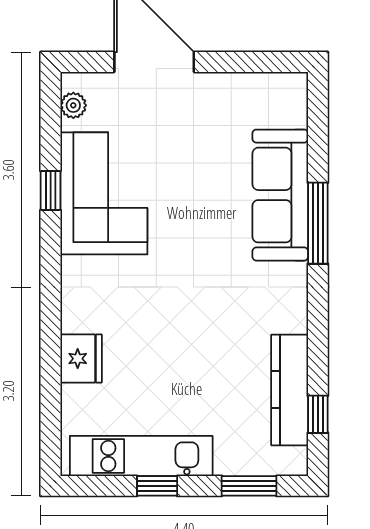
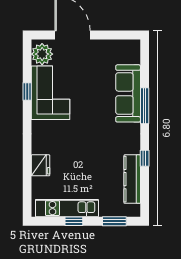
plant: (73, 105) -> (42, 54), width x1.88, depth x1.88
window: (318, 414) -> (145, 158), moved

